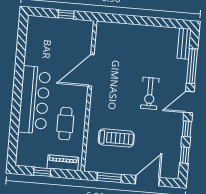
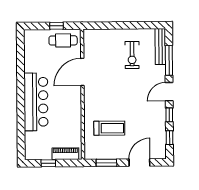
bench: (184, 44) -> (160, 47), width x1.36
exercise bike: (150, 93) -> (132, 55), moved
cafe table: (65, 124) -> (63, 40), moved, turned 90

